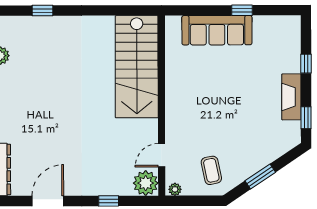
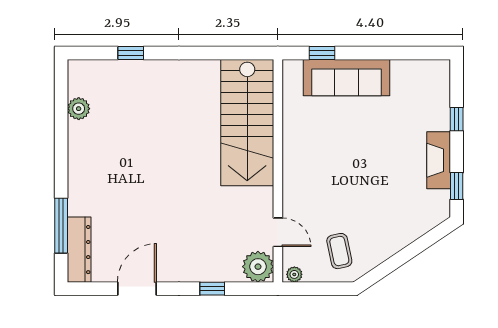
window: (242, 10) -> (322, 53), moved
door: (162, 155) -> (278, 232), swing flipped
window: (260, 176) -> (400, 259), removed

